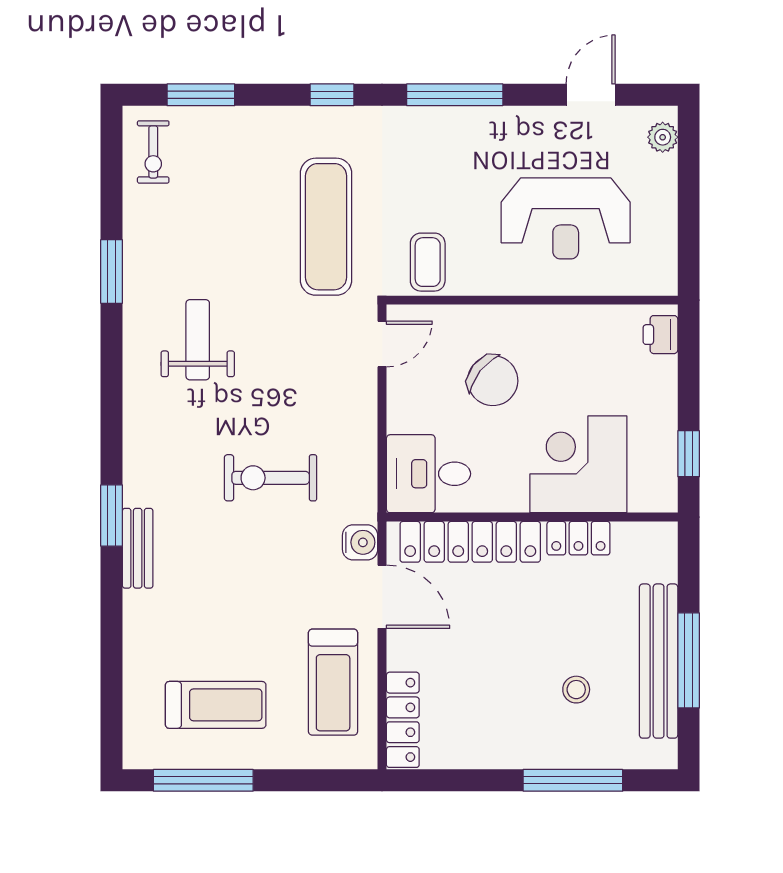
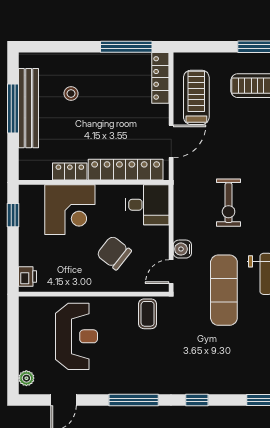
reception desk: (566, 218) -> (76, 336), turned 90
exercise mat: (326, 227) -> (224, 290), moved
exercise bike: (271, 478) -> (229, 203), turned 90
water cooler: (360, 542) -> (182, 249), moved
door: (382, 597) -> (171, 141), swing flipped
window: (573, 780) -> (126, 47), moved

